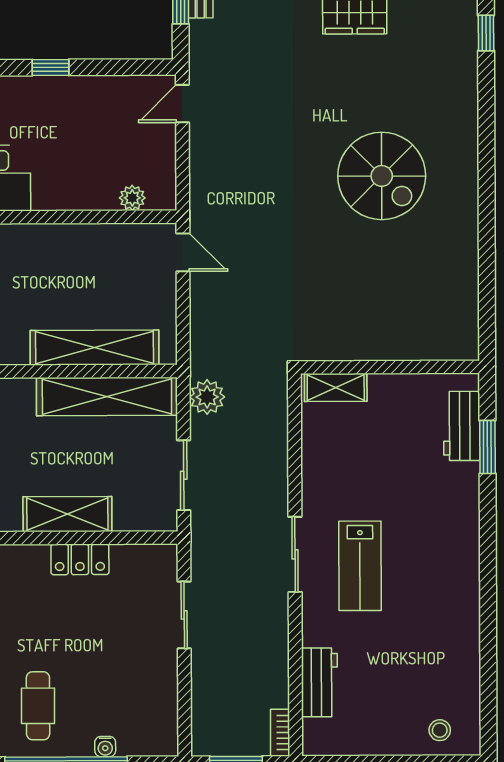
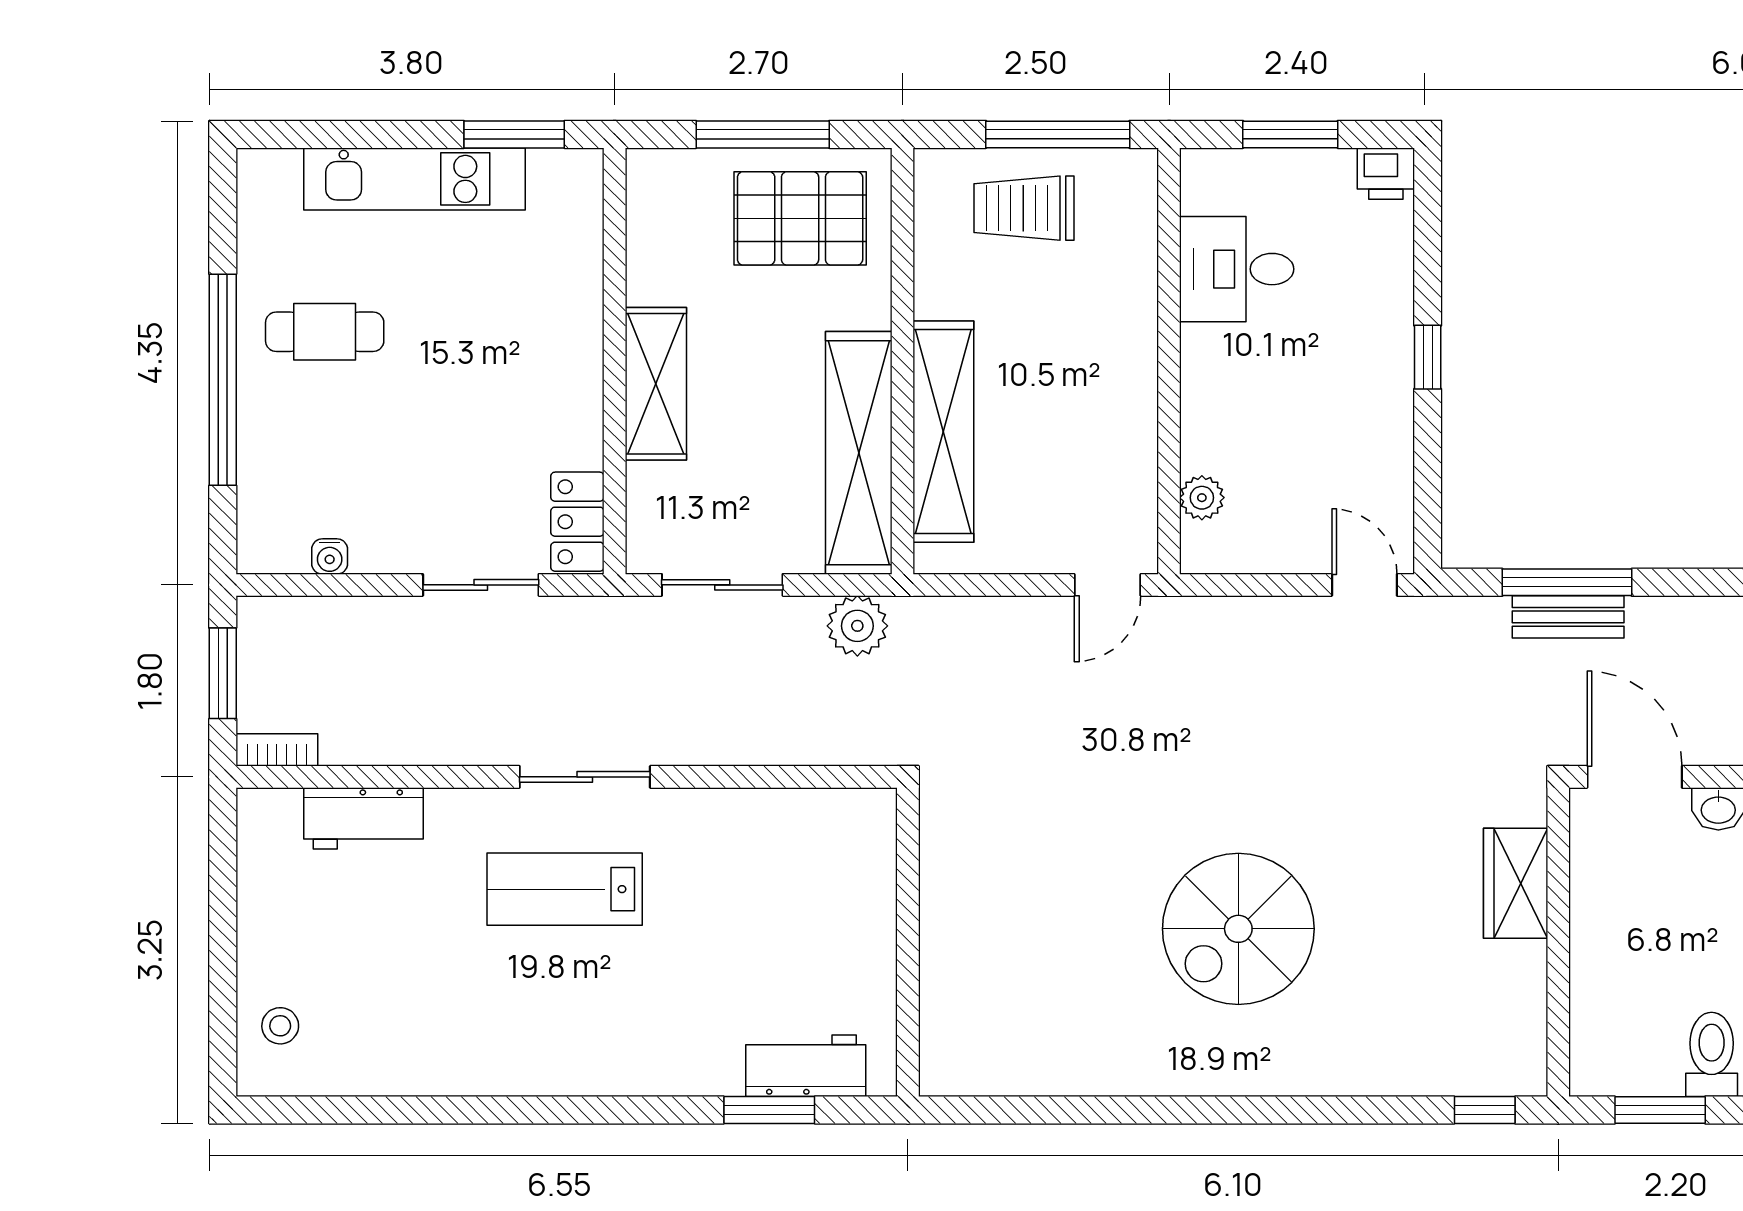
shelving: (336, 387) -> (873, 848), removed
locker: (80, 559) -> (577, 522), moved
water cooler: (105, 747) -> (330, 556), moved, turned -90

